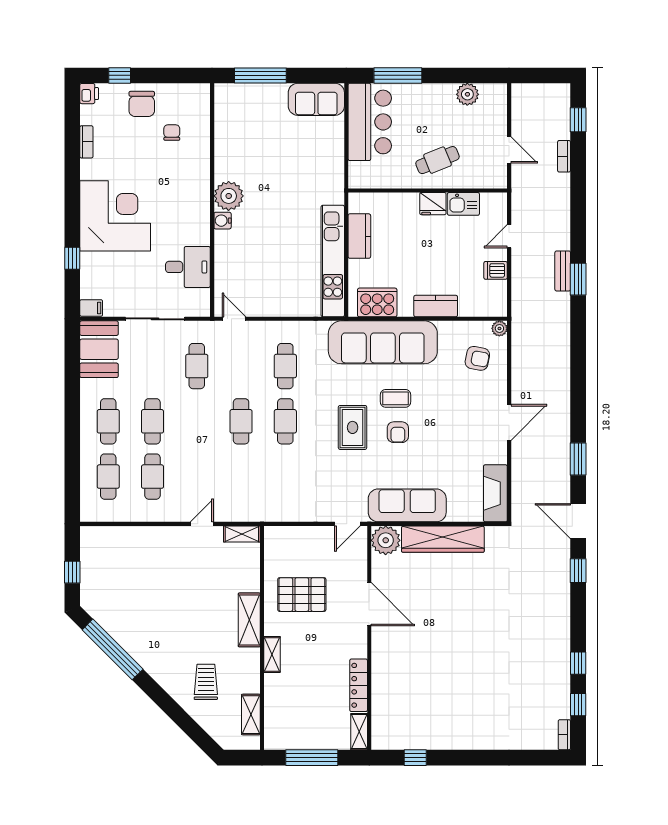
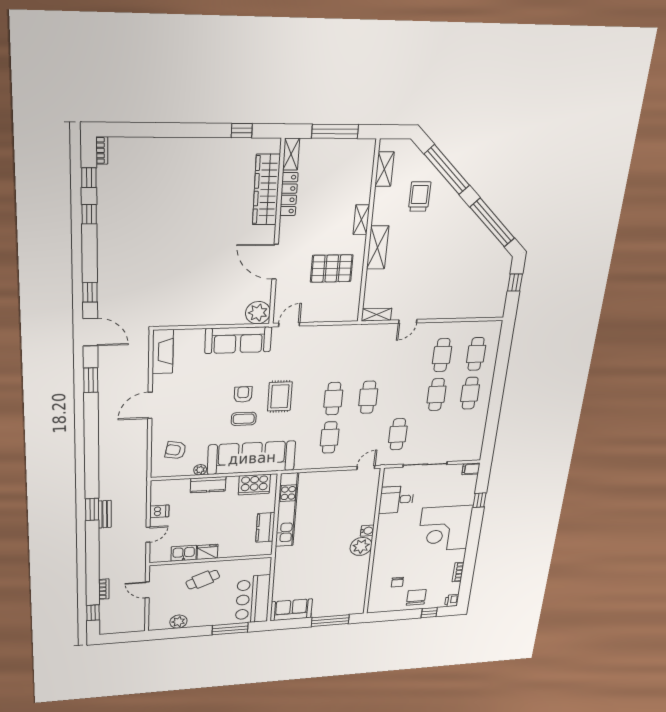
door: (234, 319) -> (366, 468), swing flipped
plant: (499, 328) -> (200, 470), moved
booth: (99, 349) -> (469, 442), removed
wardrobe: (443, 539) -> (266, 190), moved, turned -90
trolley: (206, 682) -> (420, 197), turned 180
window: (177, 714) -> (447, 170), added

